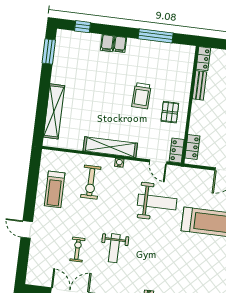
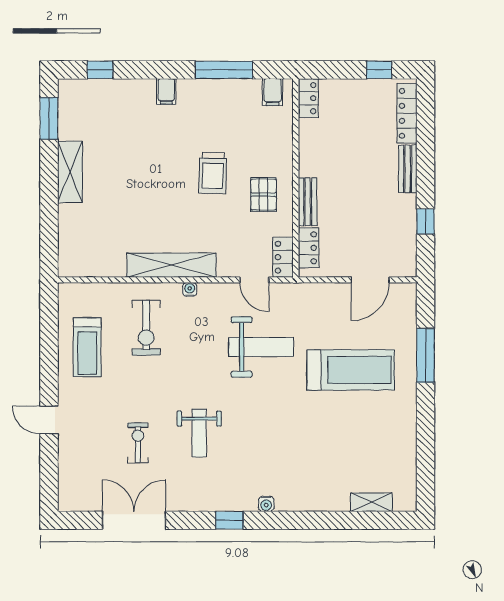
filing cabinet: (107, 43) -> (273, 92), moved
bench: (200, 85) -> (308, 202), moved
shelving: (54, 111) -> (70, 172), moved, width x0.68

